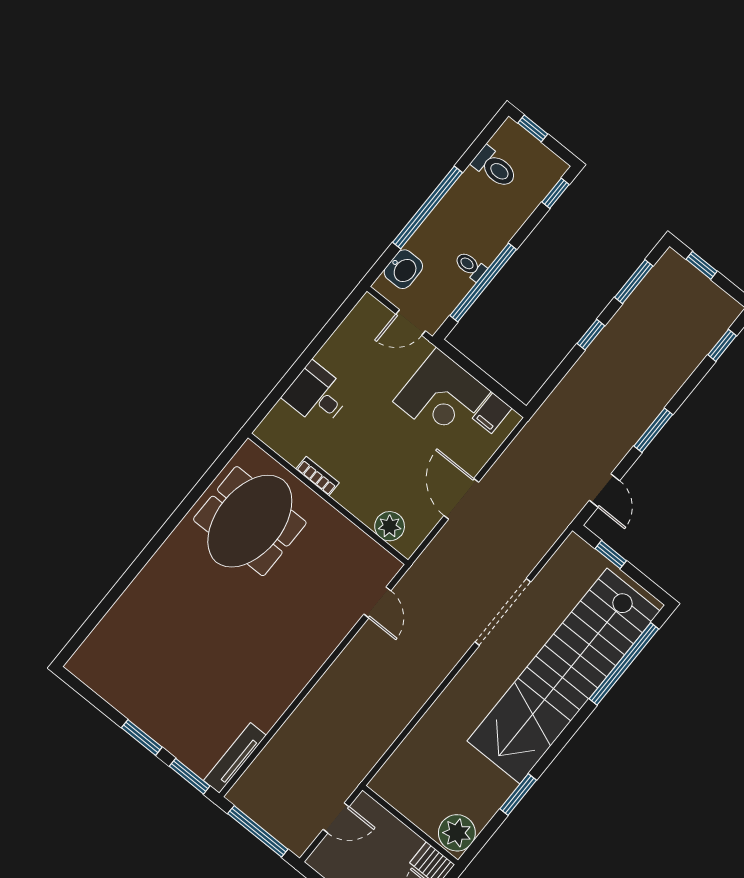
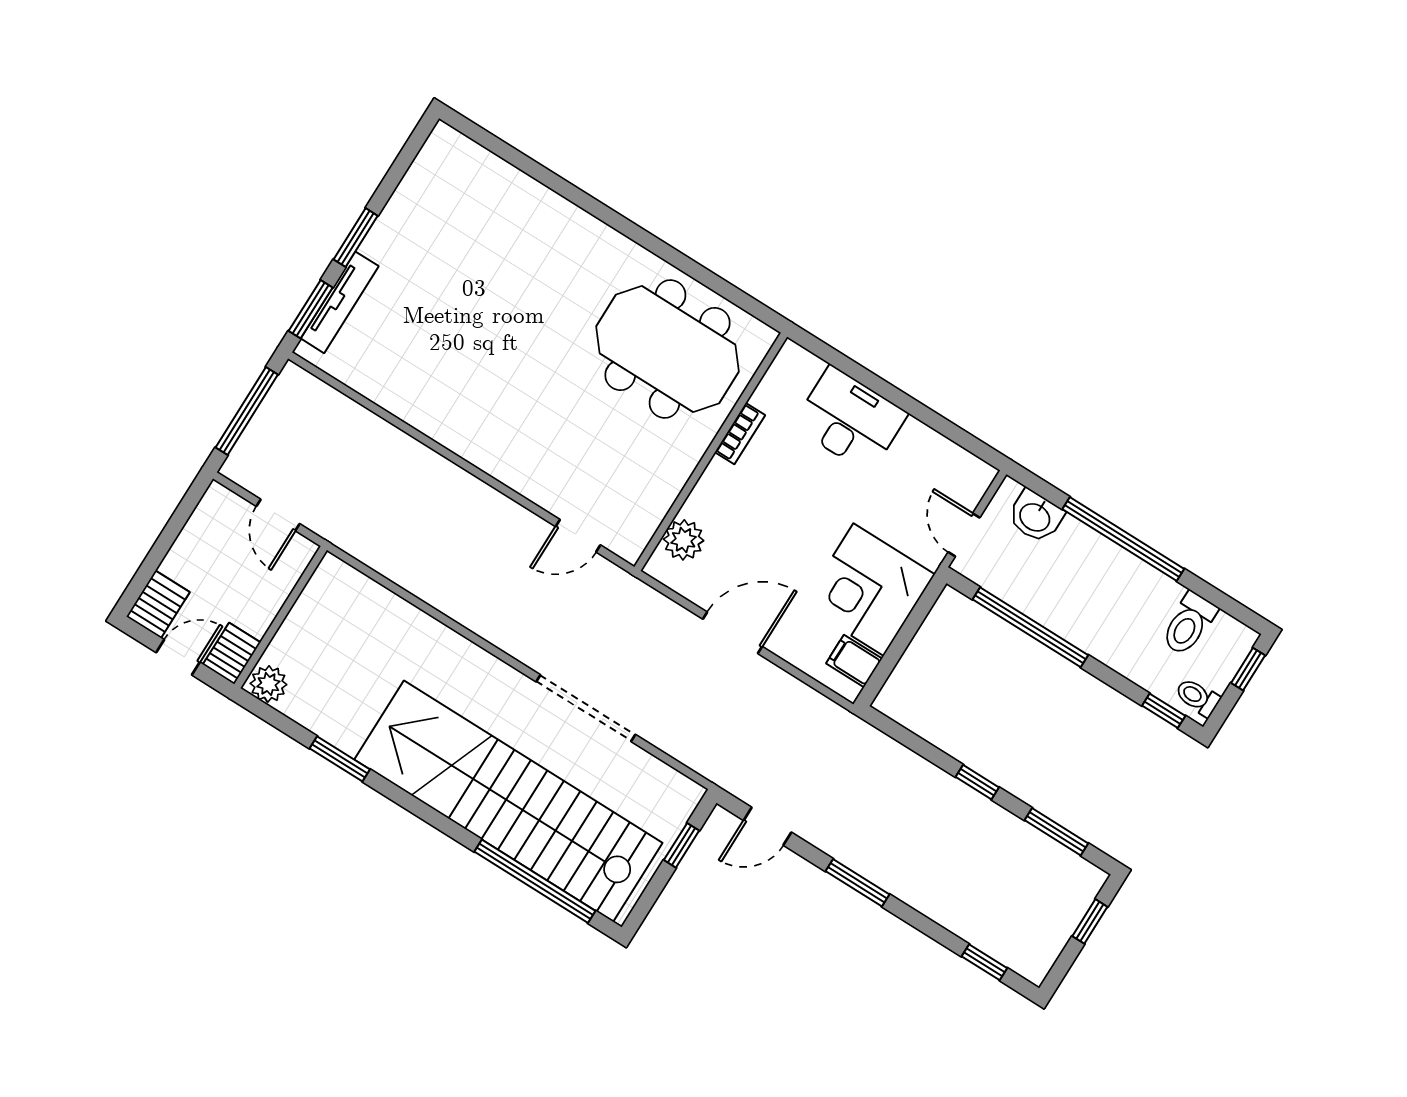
toilet: (470, 266) -> (1197, 697), moved, turned -90
desk: (317, 395) -> (850, 420), width x1.37
tv unit: (235, 758) -> (340, 302), moved, turned 90
plant: (457, 833) -> (268, 684), width x0.73, depth x0.73

